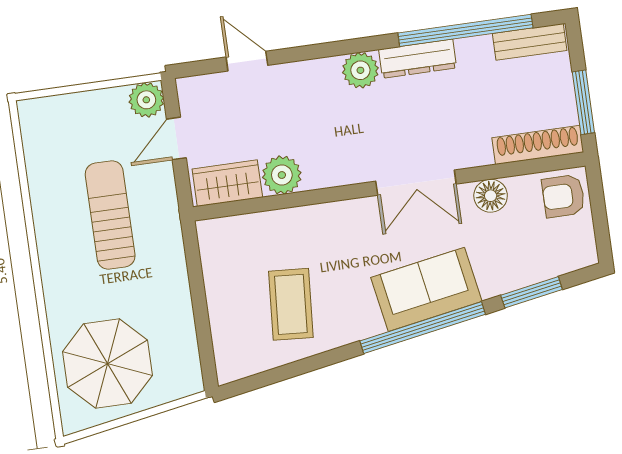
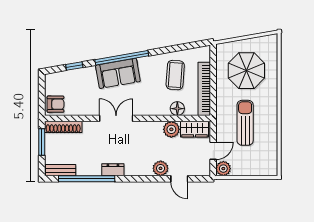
dresser: (418, 59) -> (113, 170), width x0.70
plant: (360, 70) -> (161, 168), moved
floor lamp: (491, 196) -> (177, 109), moved
sun lounger: (110, 215) -> (245, 123), turned 180
bookcase: (218, 281) -> (204, 89), added
window: (532, 292) -> (74, 66), width x0.67
parasol: (107, 364) -> (246, 71), moved

